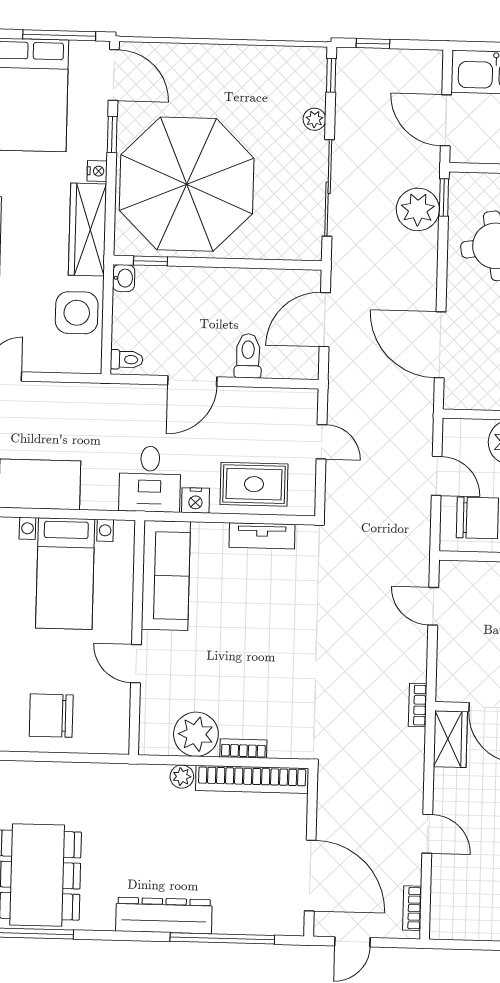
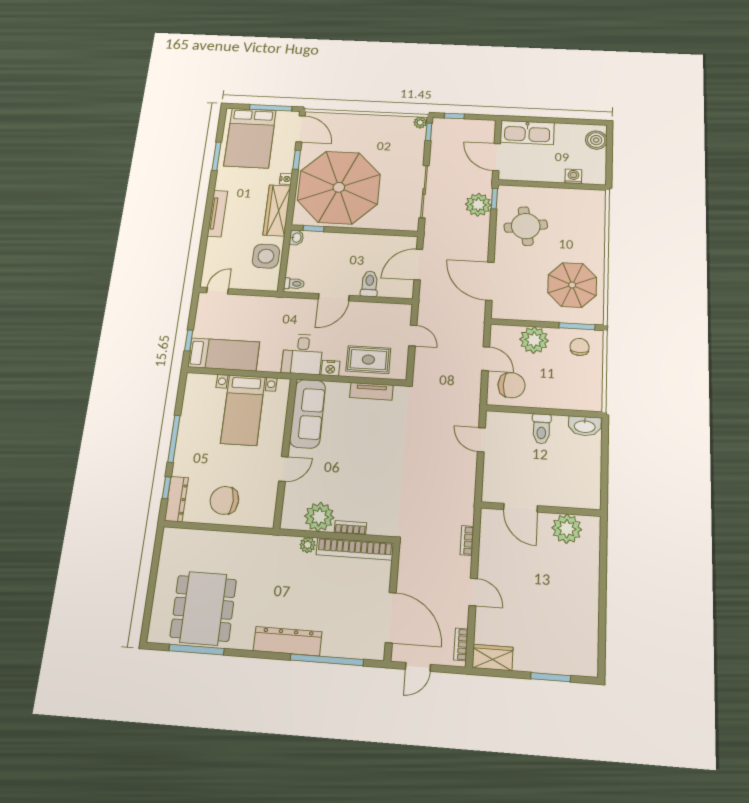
plant: (314, 119) -> (420, 123), moved
door: (136, 664) -> (283, 469), swing flipped
bookcase: (418, 705) -> (467, 540), moved
wardrobe: (450, 739) -> (493, 658), moved, turned -90

